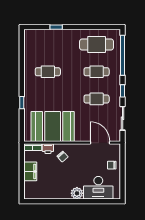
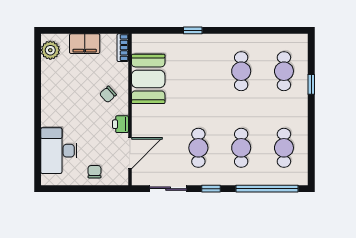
cafe table: (48, 45) -> (284, 71), added
cafe table: (97, 45) -> (284, 148), width x0.73, depth x0.74
booth: (53, 126) -> (148, 79), width x0.73, depth x0.70
printer: (48, 149) -> (120, 124), moved
plant: (77, 193) -> (50, 50), moved

